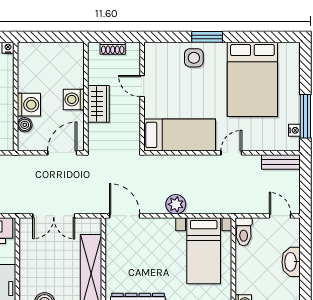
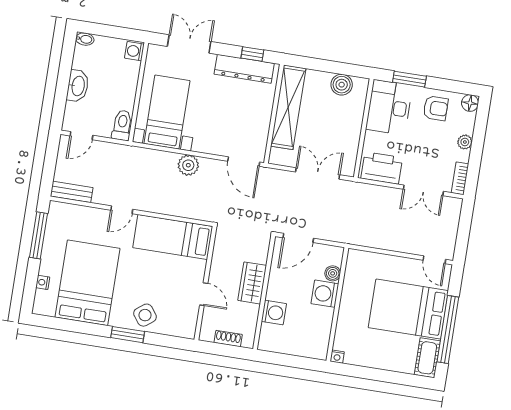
side table: (194, 58) -> (145, 315), turned -37
washing machine: (74, 99) -> (274, 313), moved
nightstand: (294, 130) -> (43, 282), moved
door: (280, 216) -> (81, 136), hinge flipped

